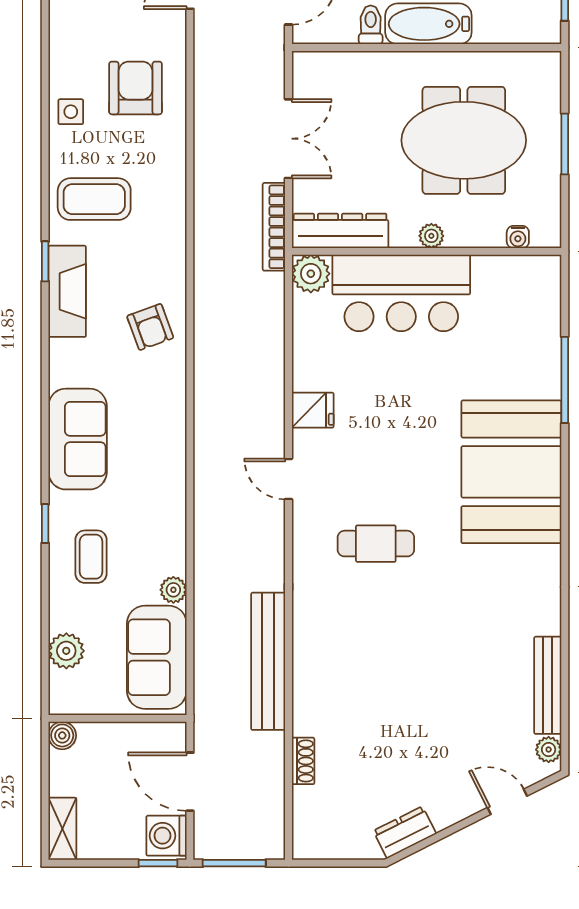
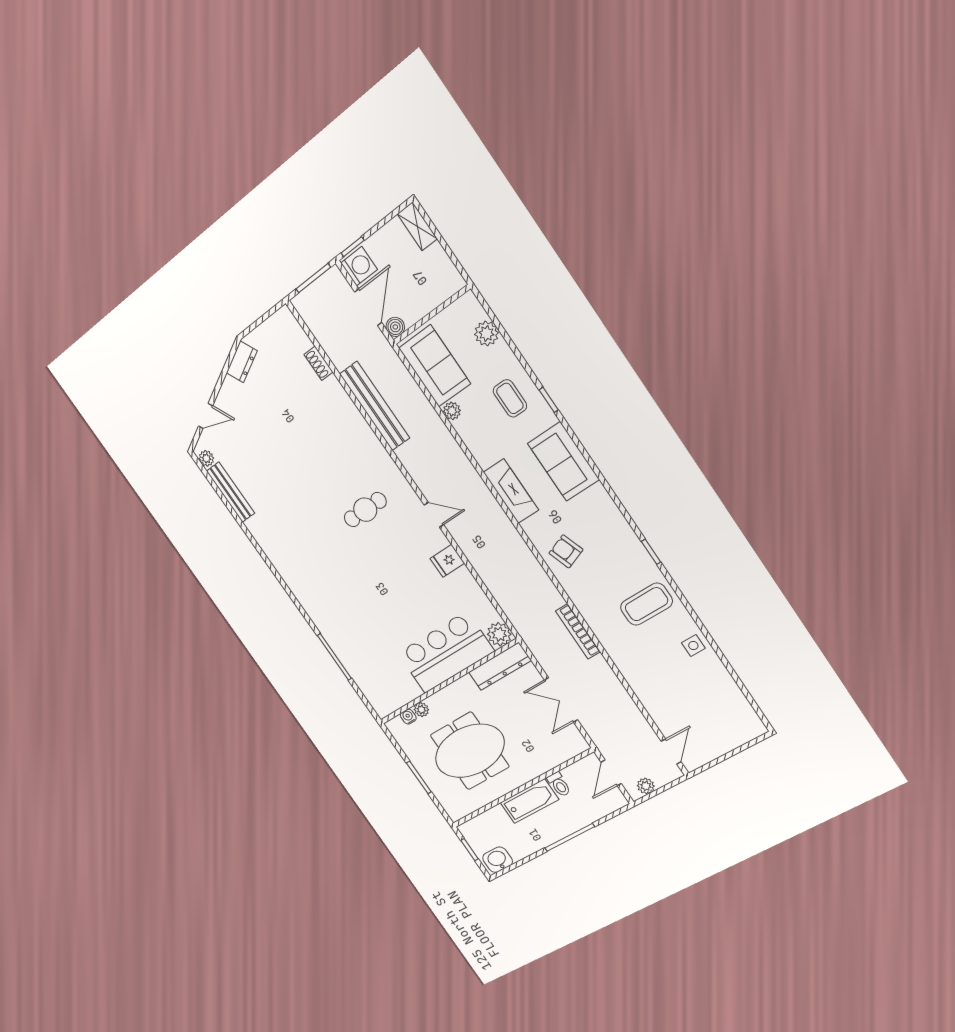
armchair: (136, 88) -> (665, 680), removed
bookcase: (274, 227) -> (578, 631), moved, turned 180
plant: (431, 236) -> (421, 710), moved
fireplace: (67, 291) -> (511, 491), moved, turned 180
booth: (511, 472) -> (326, 593), removed
boiler: (62, 735) -> (395, 327), moved
door: (190, 782) -> (368, 307), hinge flipped

